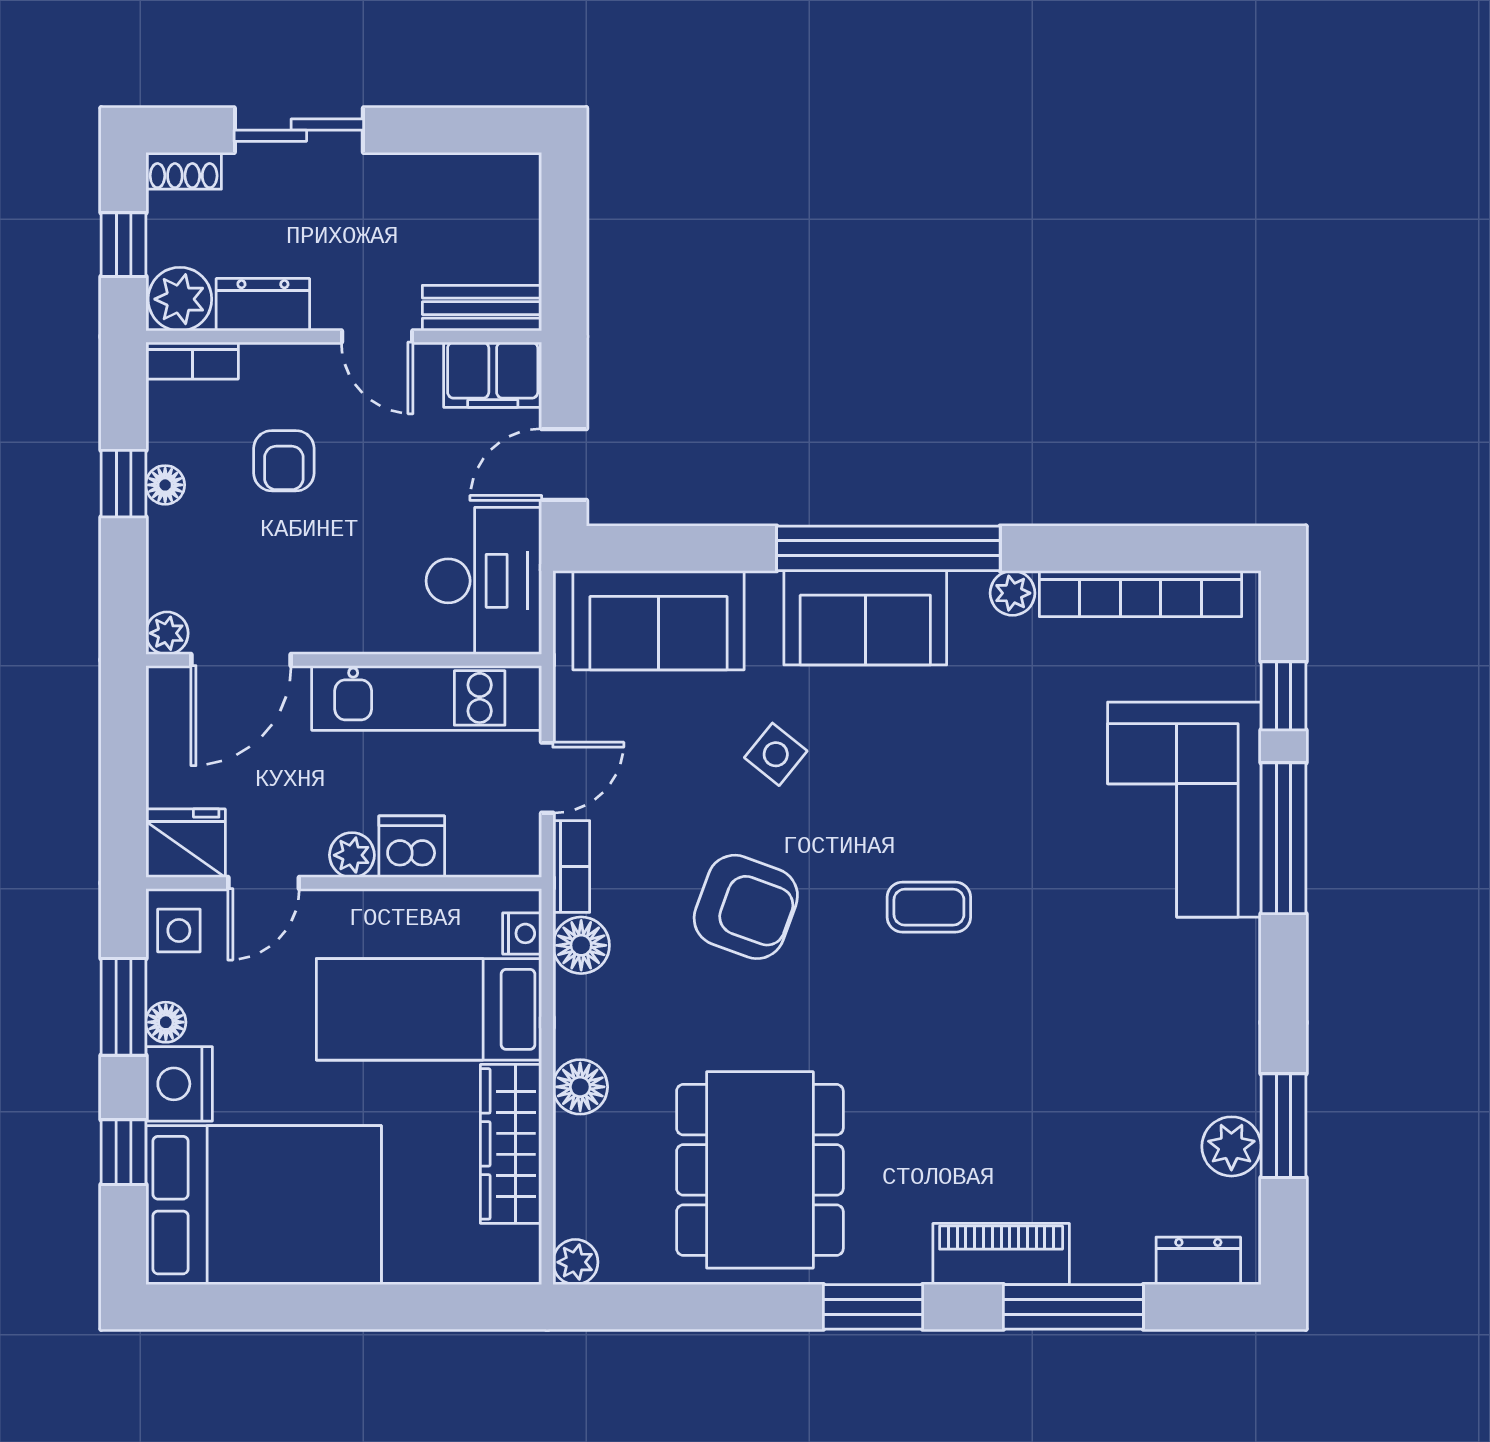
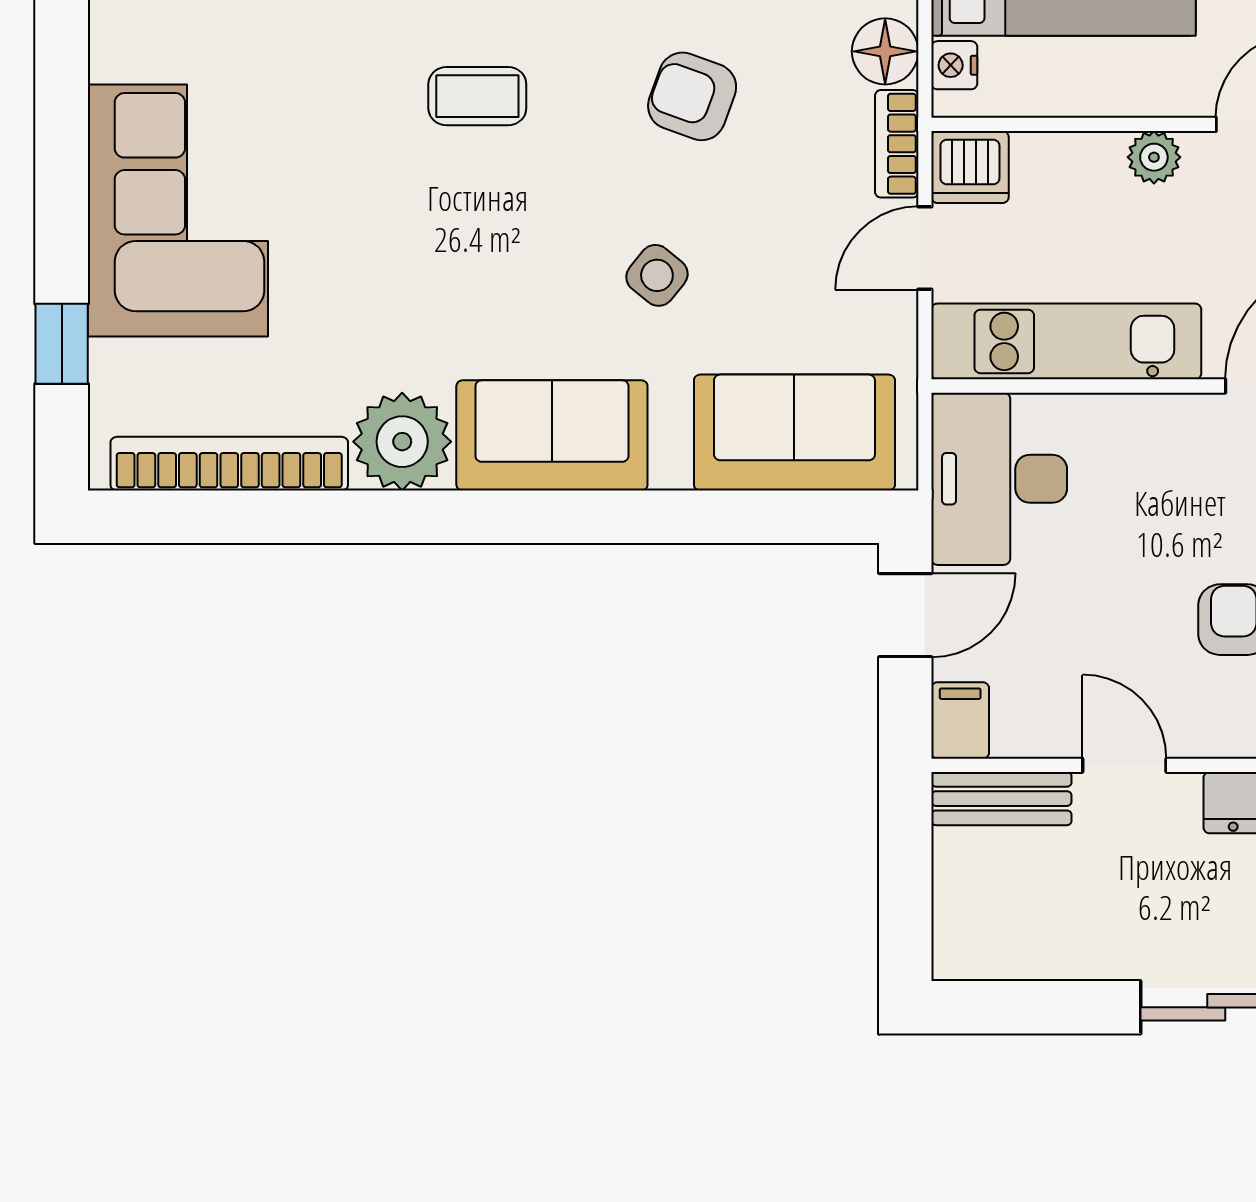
filing cabinet: (493, 375) -> (960, 720), width x0.50
window: (888, 548) -> (525, 517), removed
plant: (1013, 593) -> (402, 442), width x1.87, depth x1.87
window: (1283, 838) -> (62, 177), removed
dishwasher: (412, 847) -> (970, 167), moved
armchair: (746, 907) -> (692, 96), width x0.72, depth x0.72

